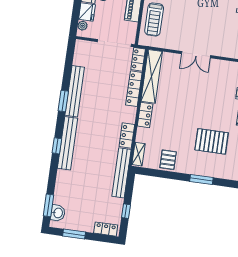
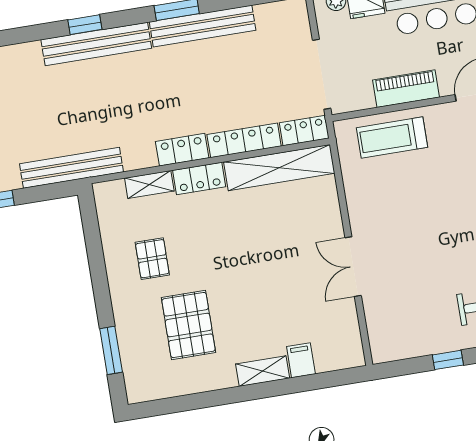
double door: (196, 55) -> (353, 267), moved
locker: (127, 135) -> (182, 150), moved
shelving: (138, 154) -> (149, 185), moved
pallet: (168, 160) -> (152, 259), moved, turned 90
window: (201, 179) -> (111, 350), moved

